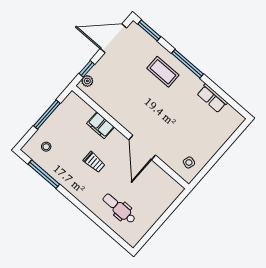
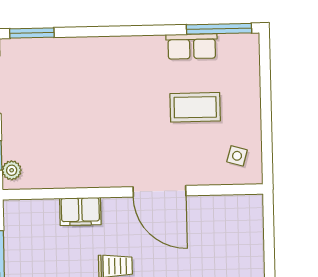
window: (188, 64) -> (219, 29), moved
coffee table: (163, 72) -> (195, 107), moved

